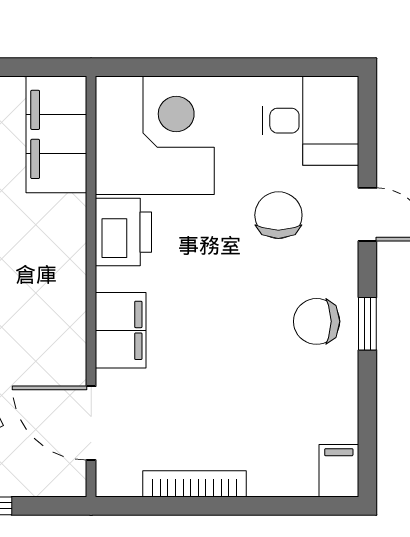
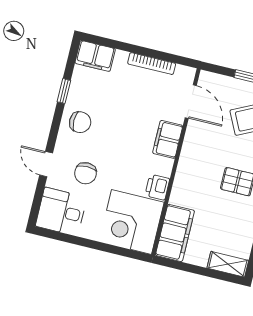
printer: (123, 232) -> (157, 187), width x0.73, depth x0.81
window: (367, 324) -> (64, 91), moved
filing cabinet: (339, 471) -> (95, 56), width x2.00

